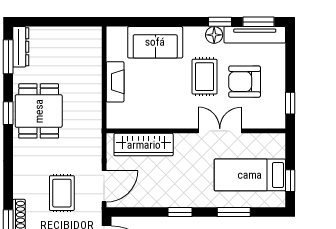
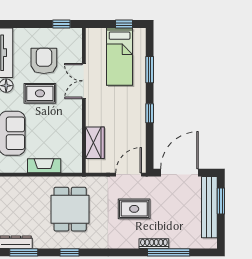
armchair: (245, 82) -> (44, 61), turned 180
dining table: (39, 111) -> (70, 209), moved, turned 90
wardrobe: (144, 145) -> (95, 143), width x0.67
door: (104, 186) -> (129, 175), hinge flipped

